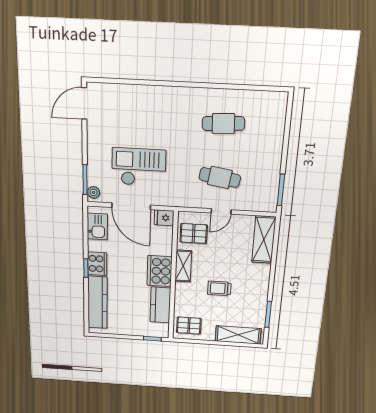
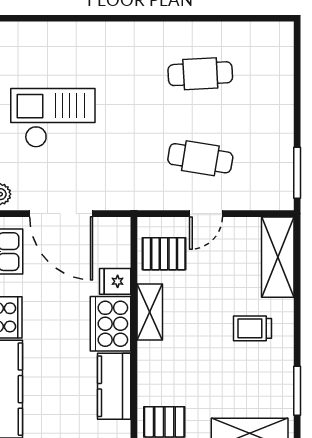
checkout: (139, 167) -> (53, 118), moved
fridge: (164, 218) -> (115, 281), moved
trolley: (219, 288) -> (252, 328), moved

